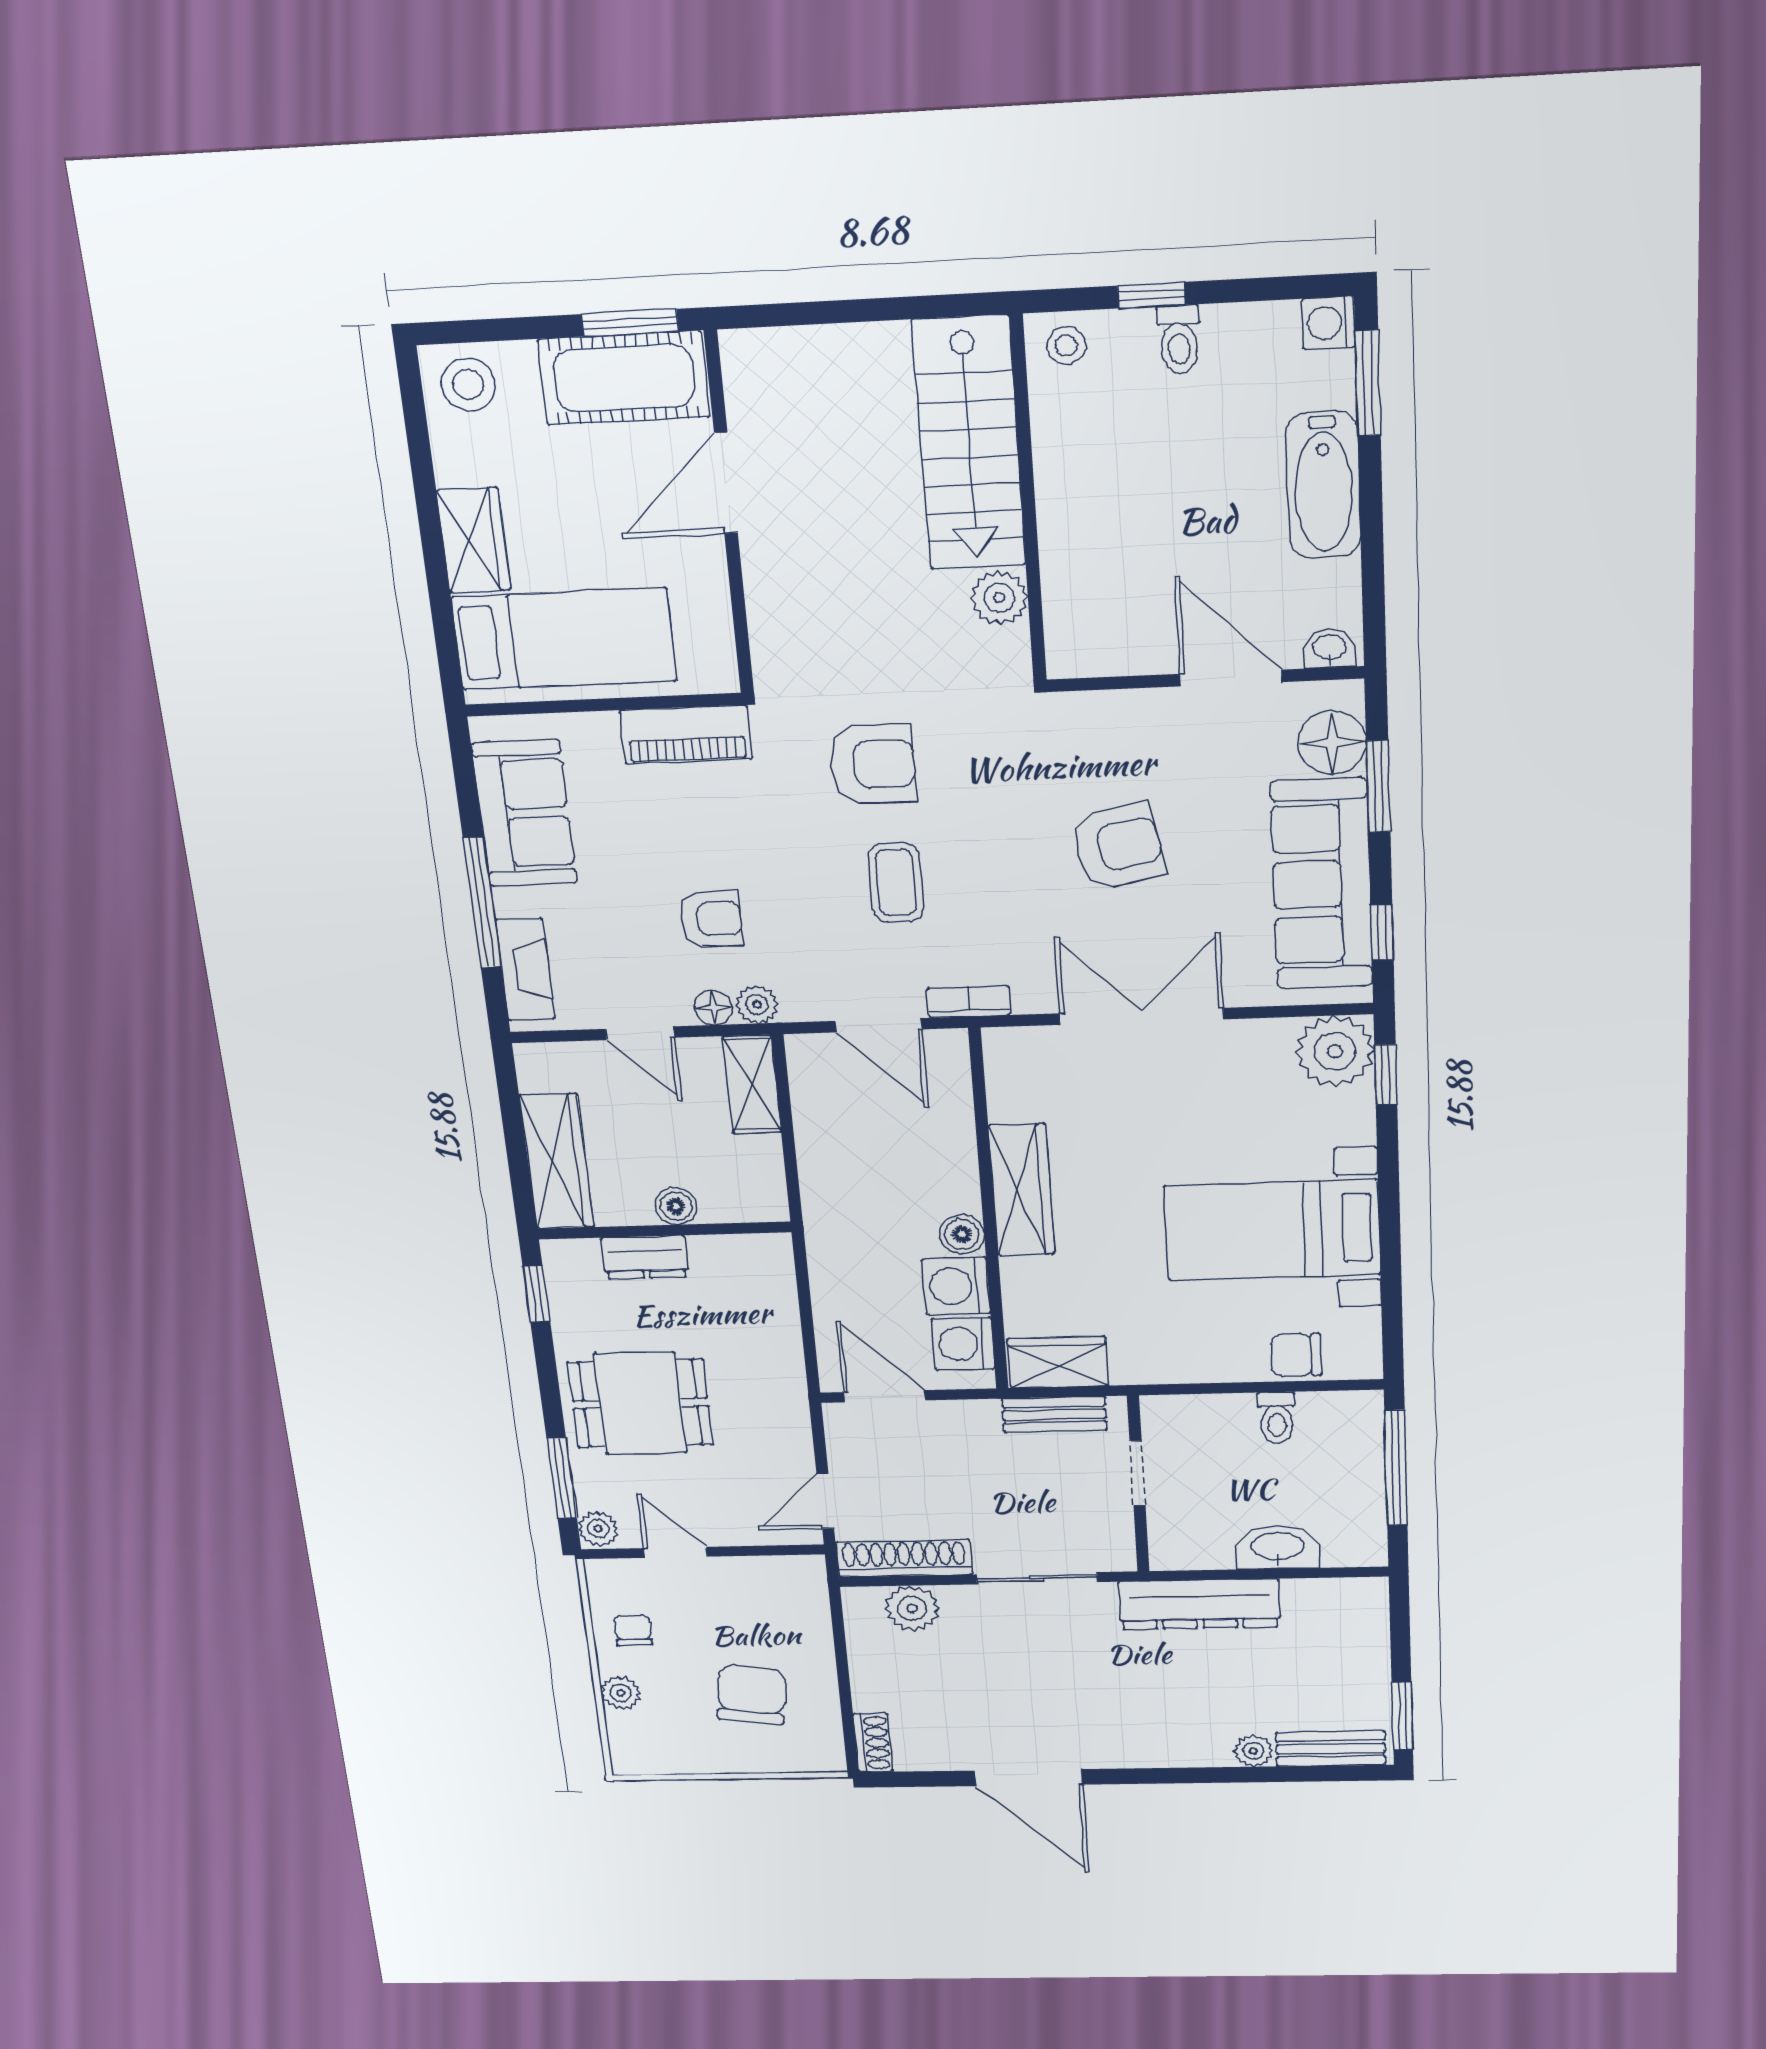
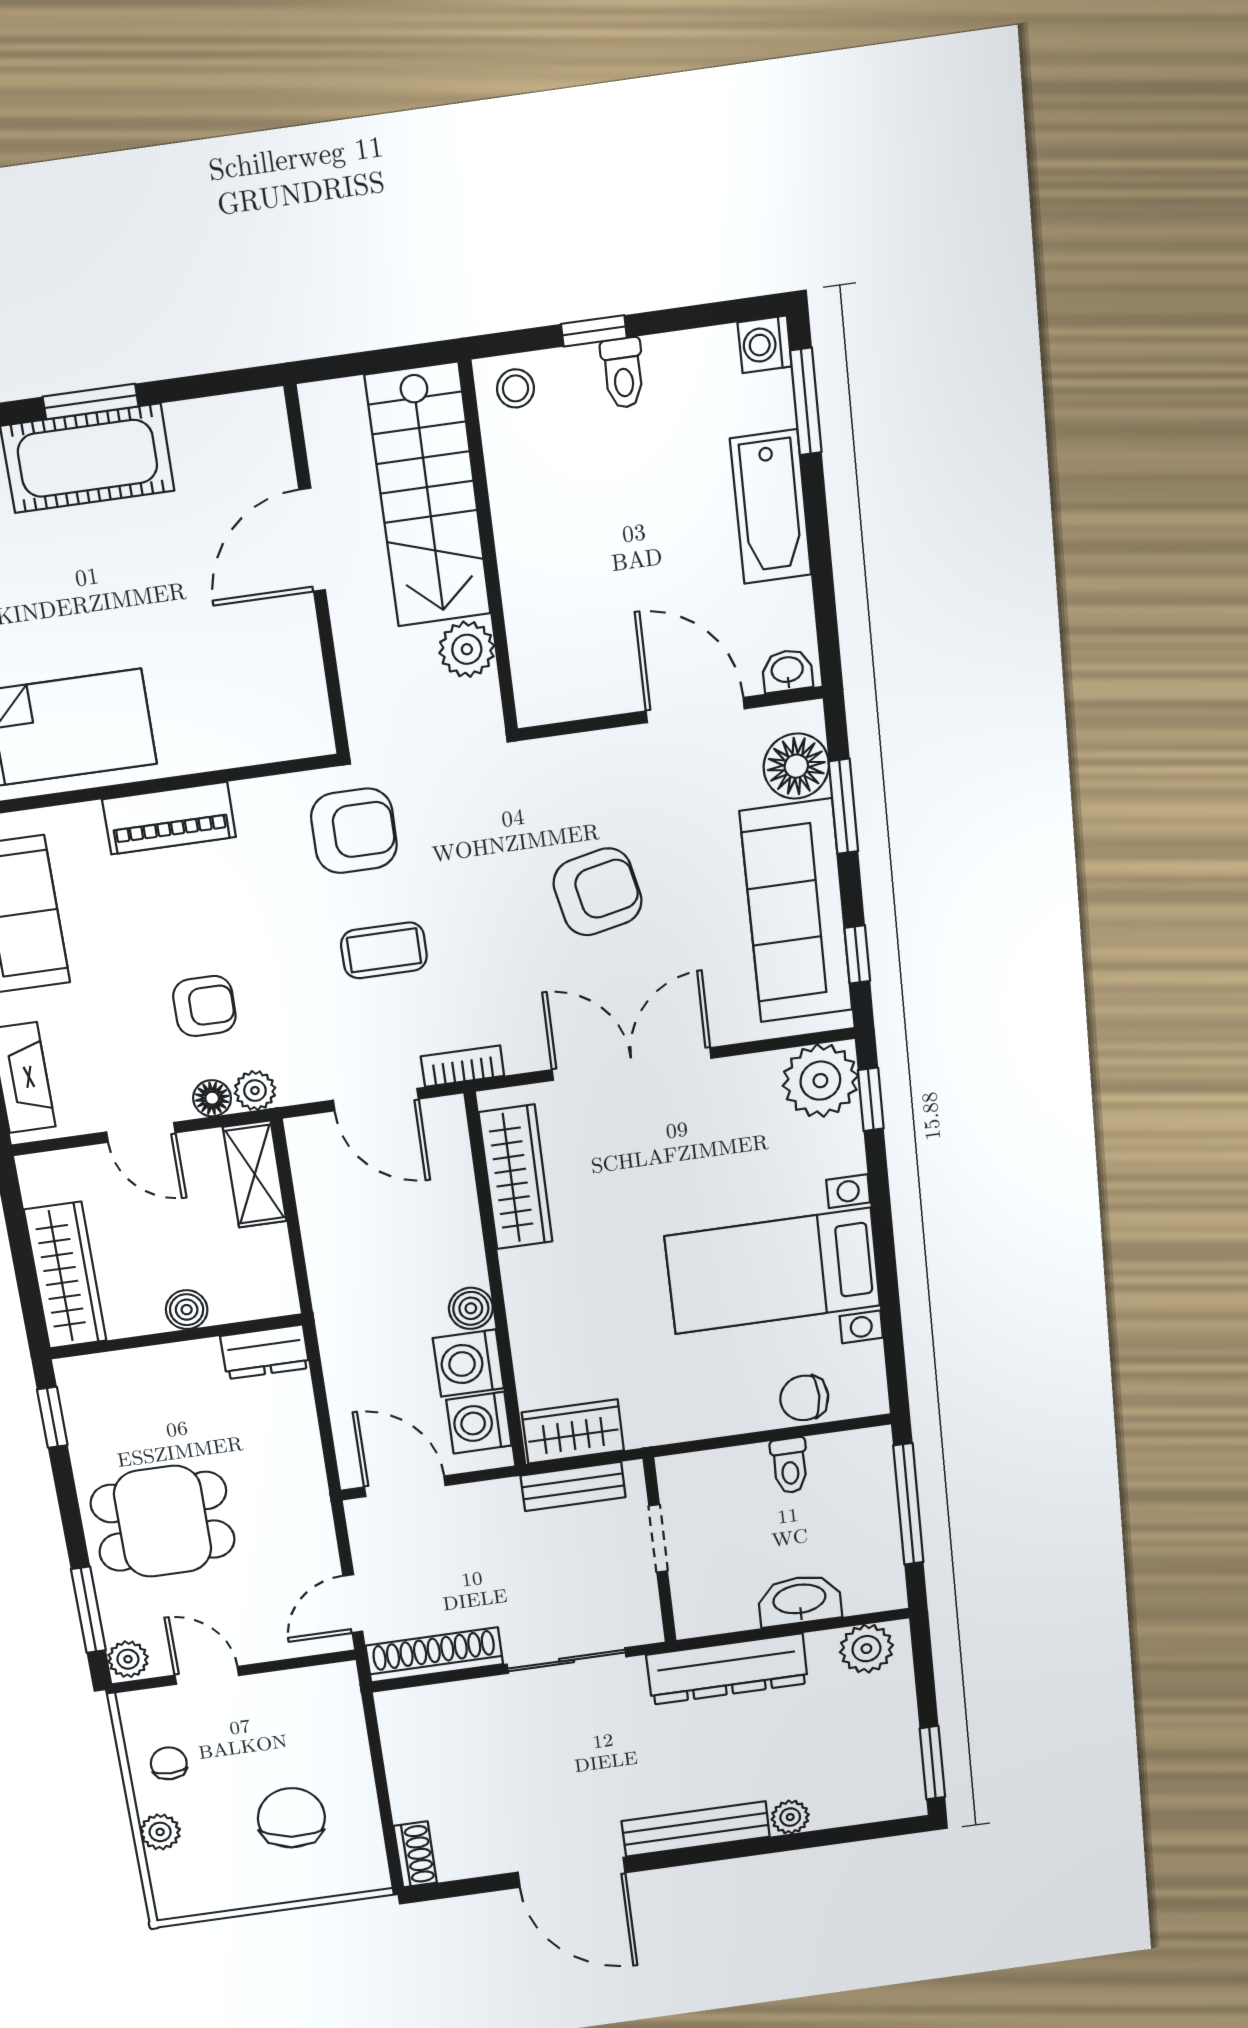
door: (726, 483) -> (312, 540), moved
wall: (729, 515) -> (317, 572), moved
coffee table: (896, 882) -> (384, 950), turned 90
wardrobe: (1021, 1190) -> (516, 1177), moved
dresser: (645, 1257) -> (265, 1352), moved
plant: (912, 1608) -> (866, 1649), moved
bench: (1331, 1749) -> (696, 1829), moved, width x1.36

